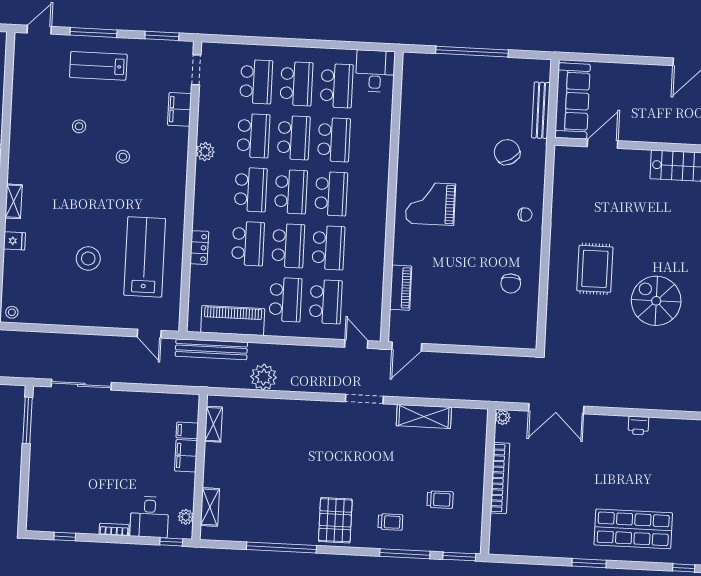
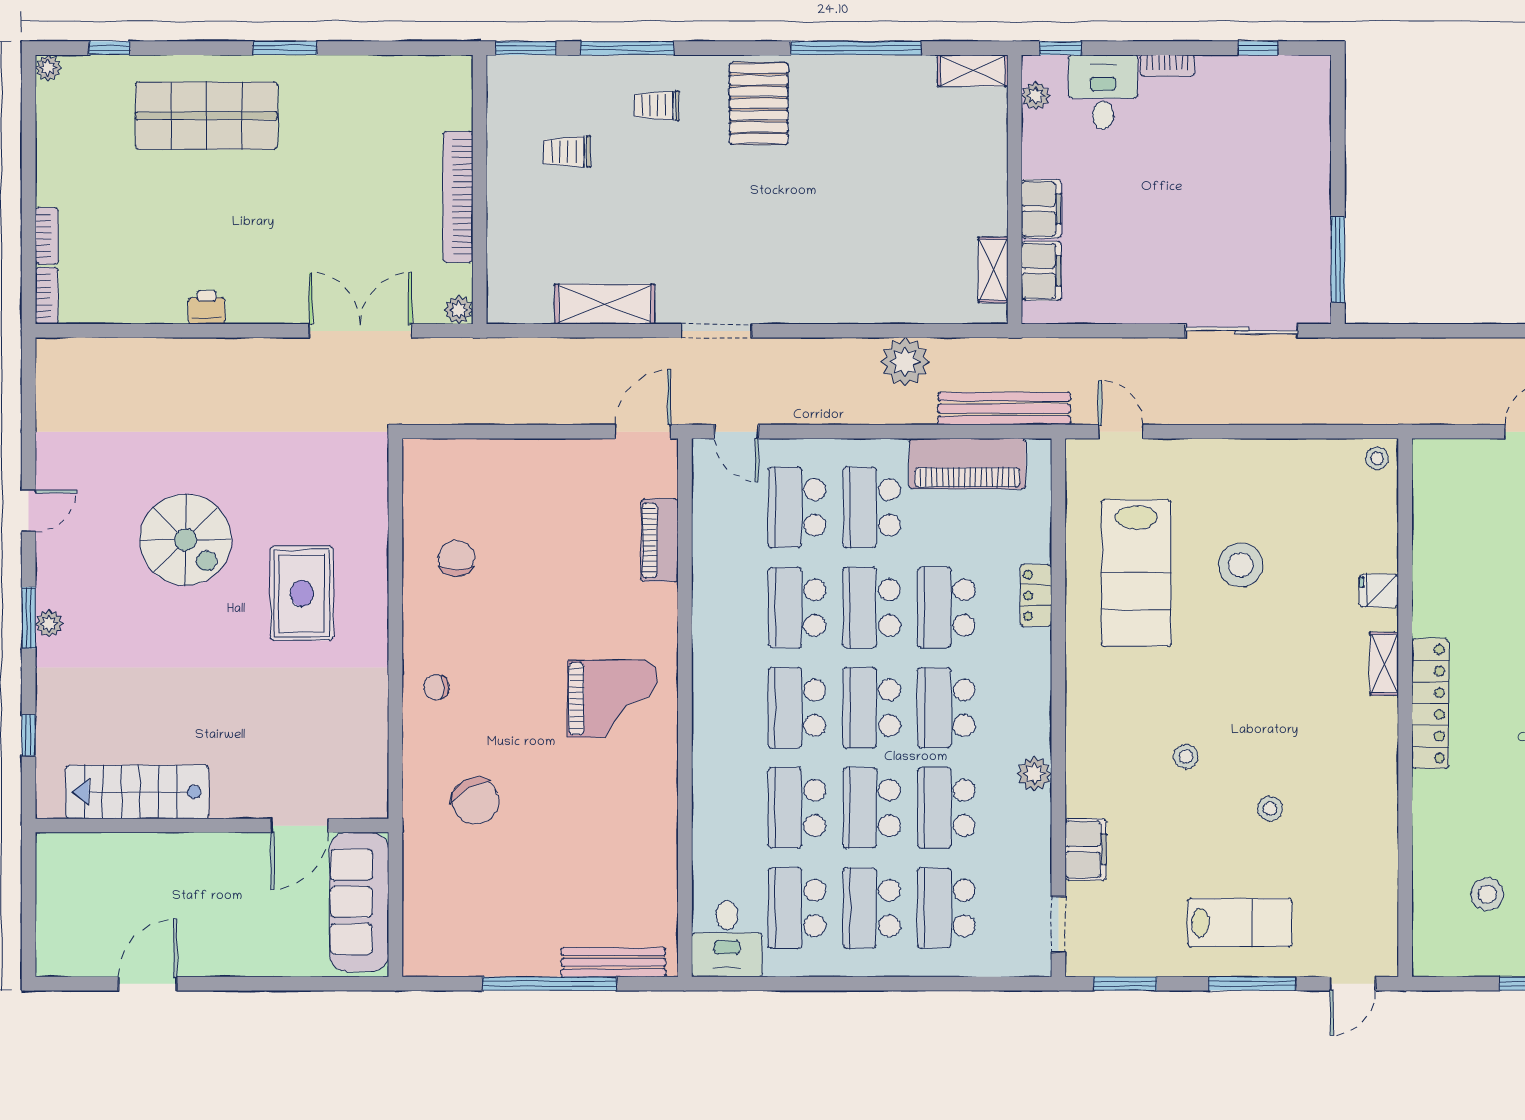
bench: (541, 110) -> (613, 962), moved, turned 90
filing cabinet: (187, 430) -> (1041, 271), width x2.00
shelving: (210, 507) -> (973, 71), moved, turned 90

